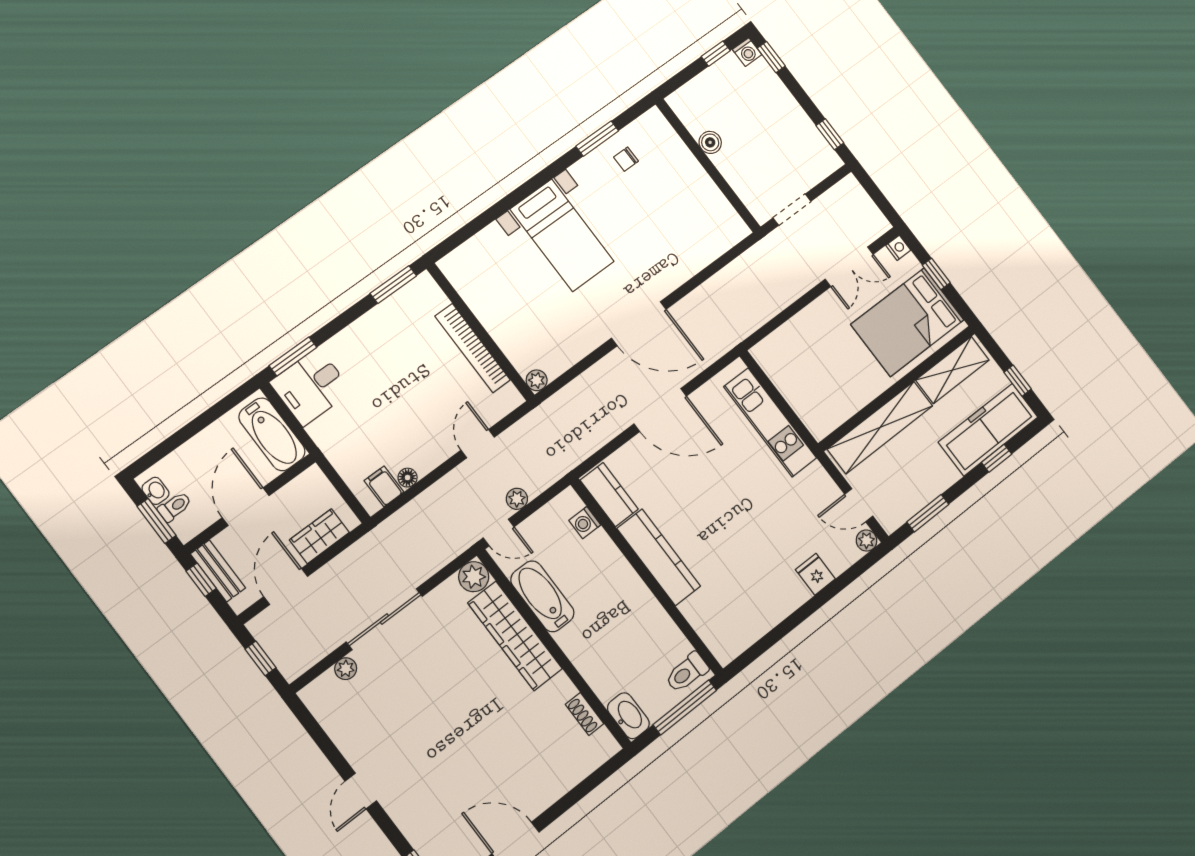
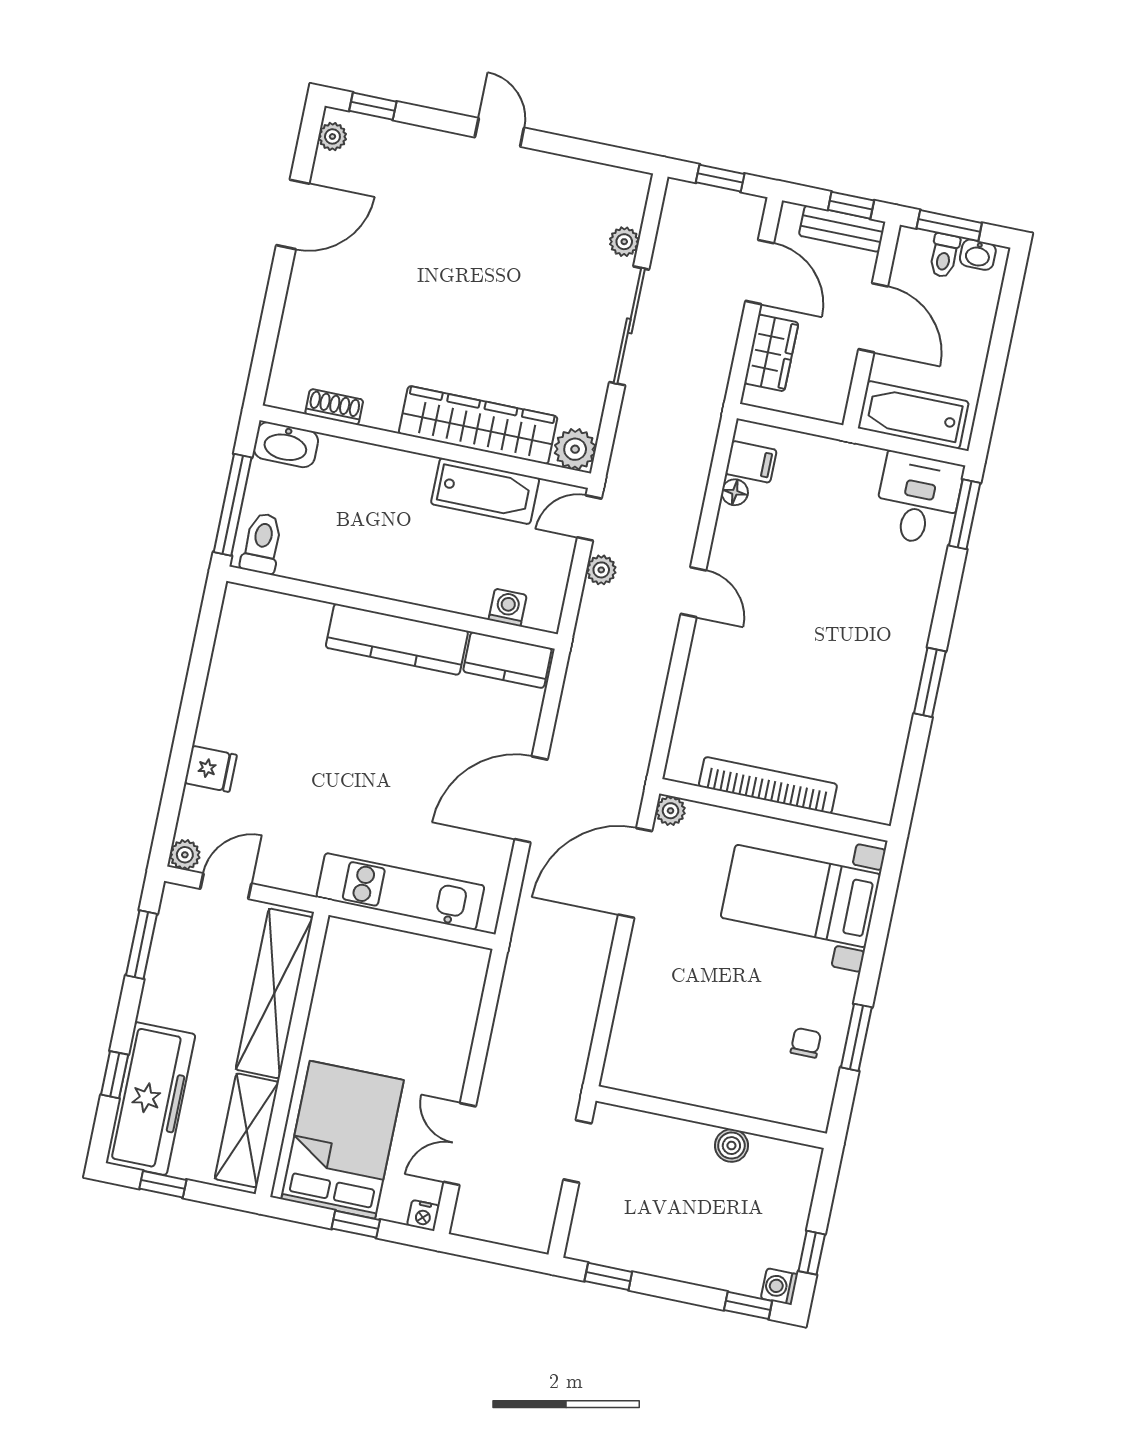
wall: (480, 332) -> (775, 810), moved
bookcase: (473, 348) -> (768, 785), moved
plant: (537, 380) -> (671, 811), moved

